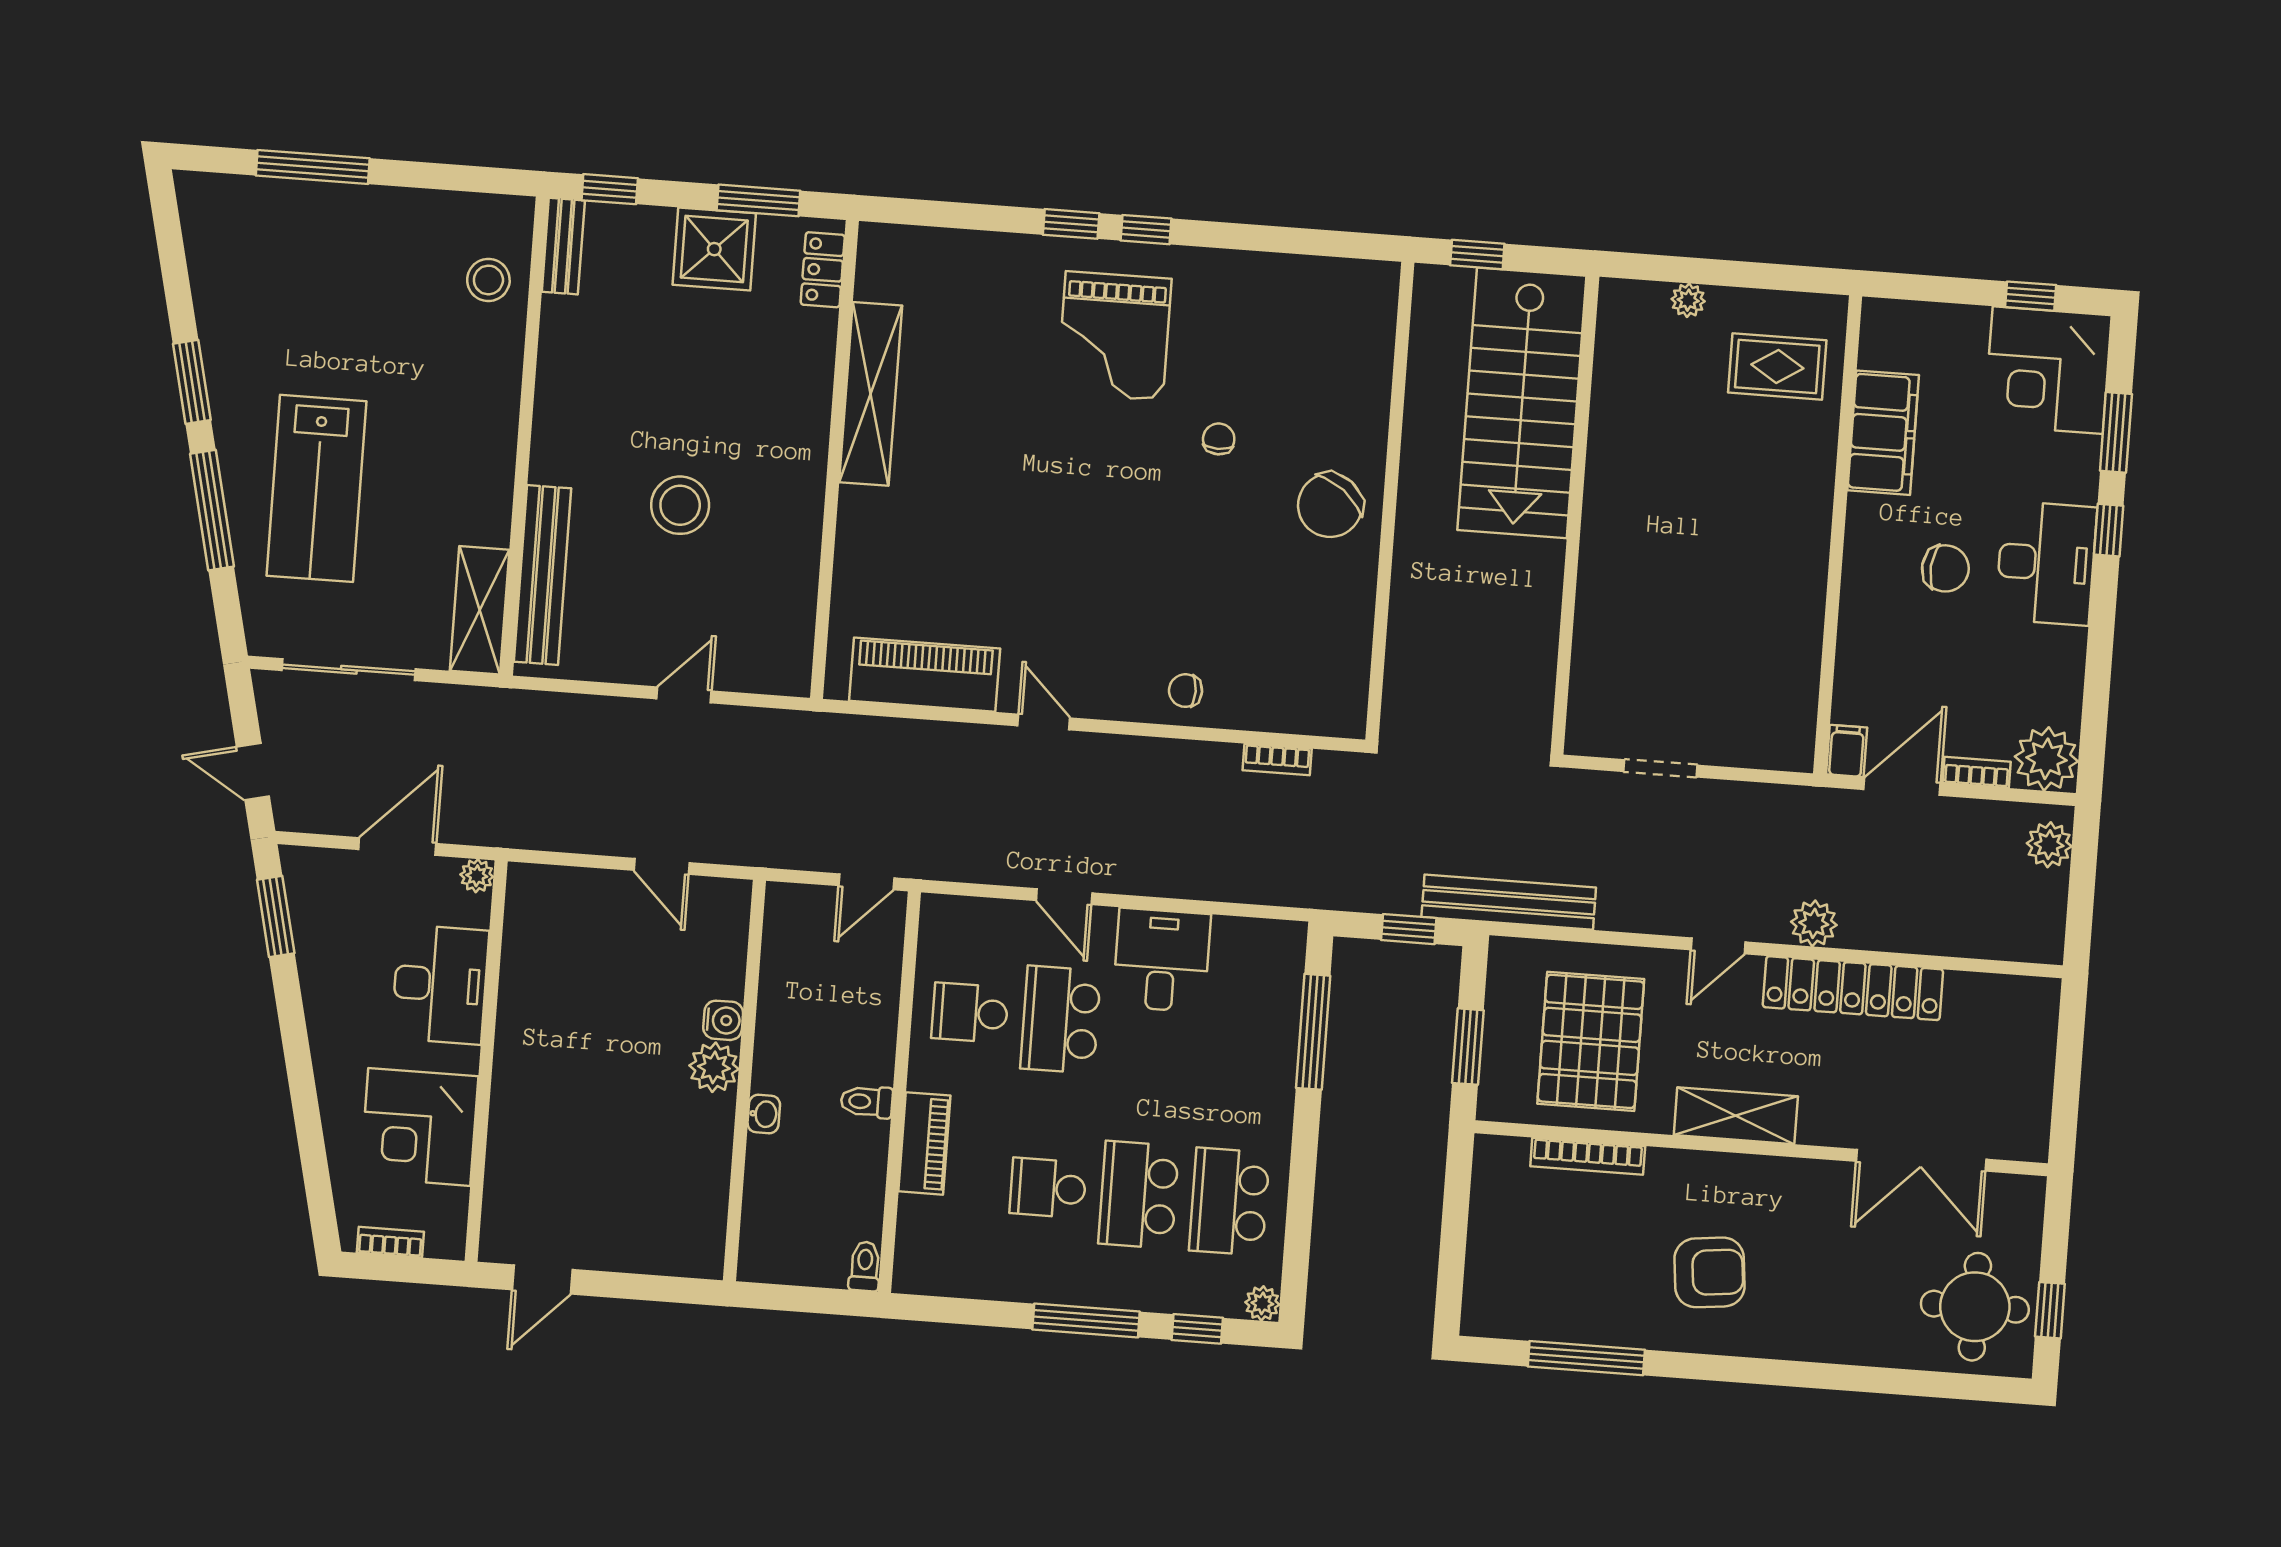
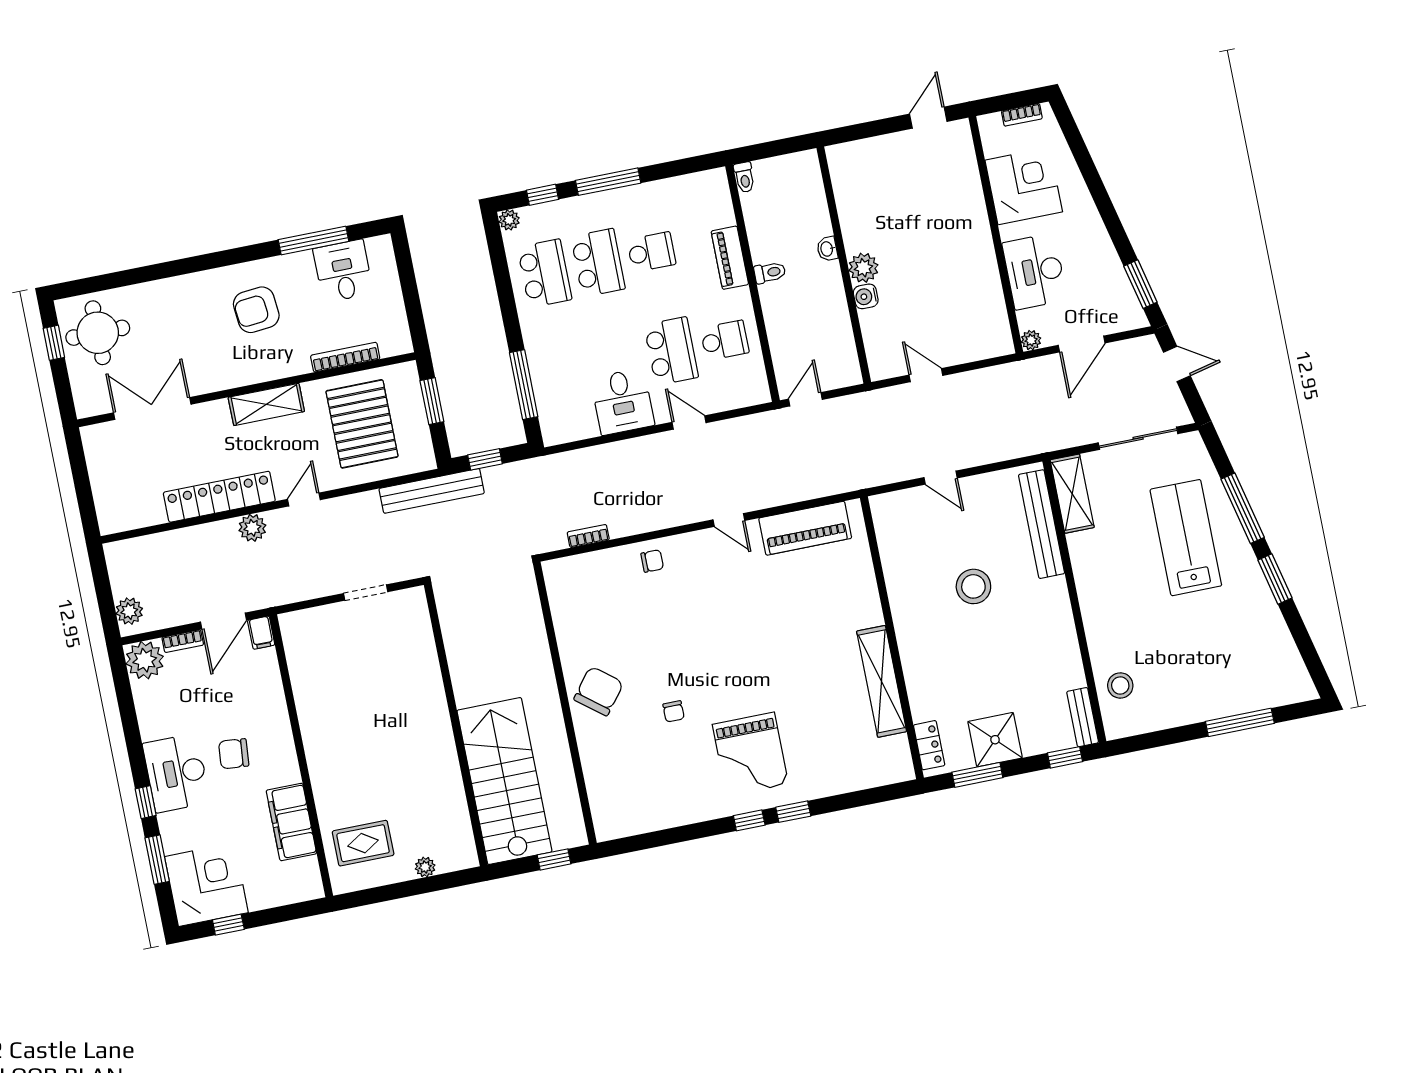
grand piano: (1114, 336) -> (750, 754), turned 180
door: (684, 695) -> (941, 478), hinge flipped
desk: (1552, 1296) -> (343, 271), added

